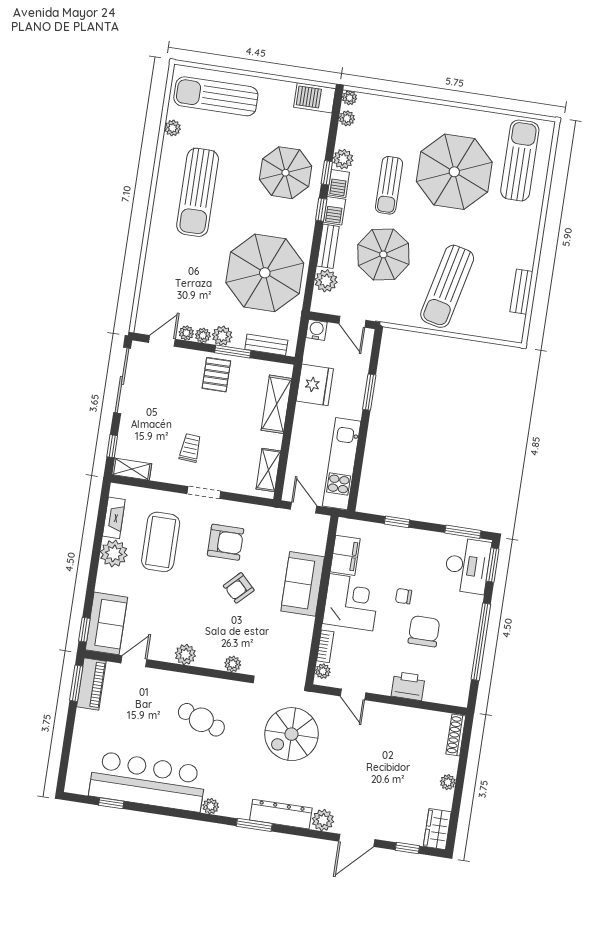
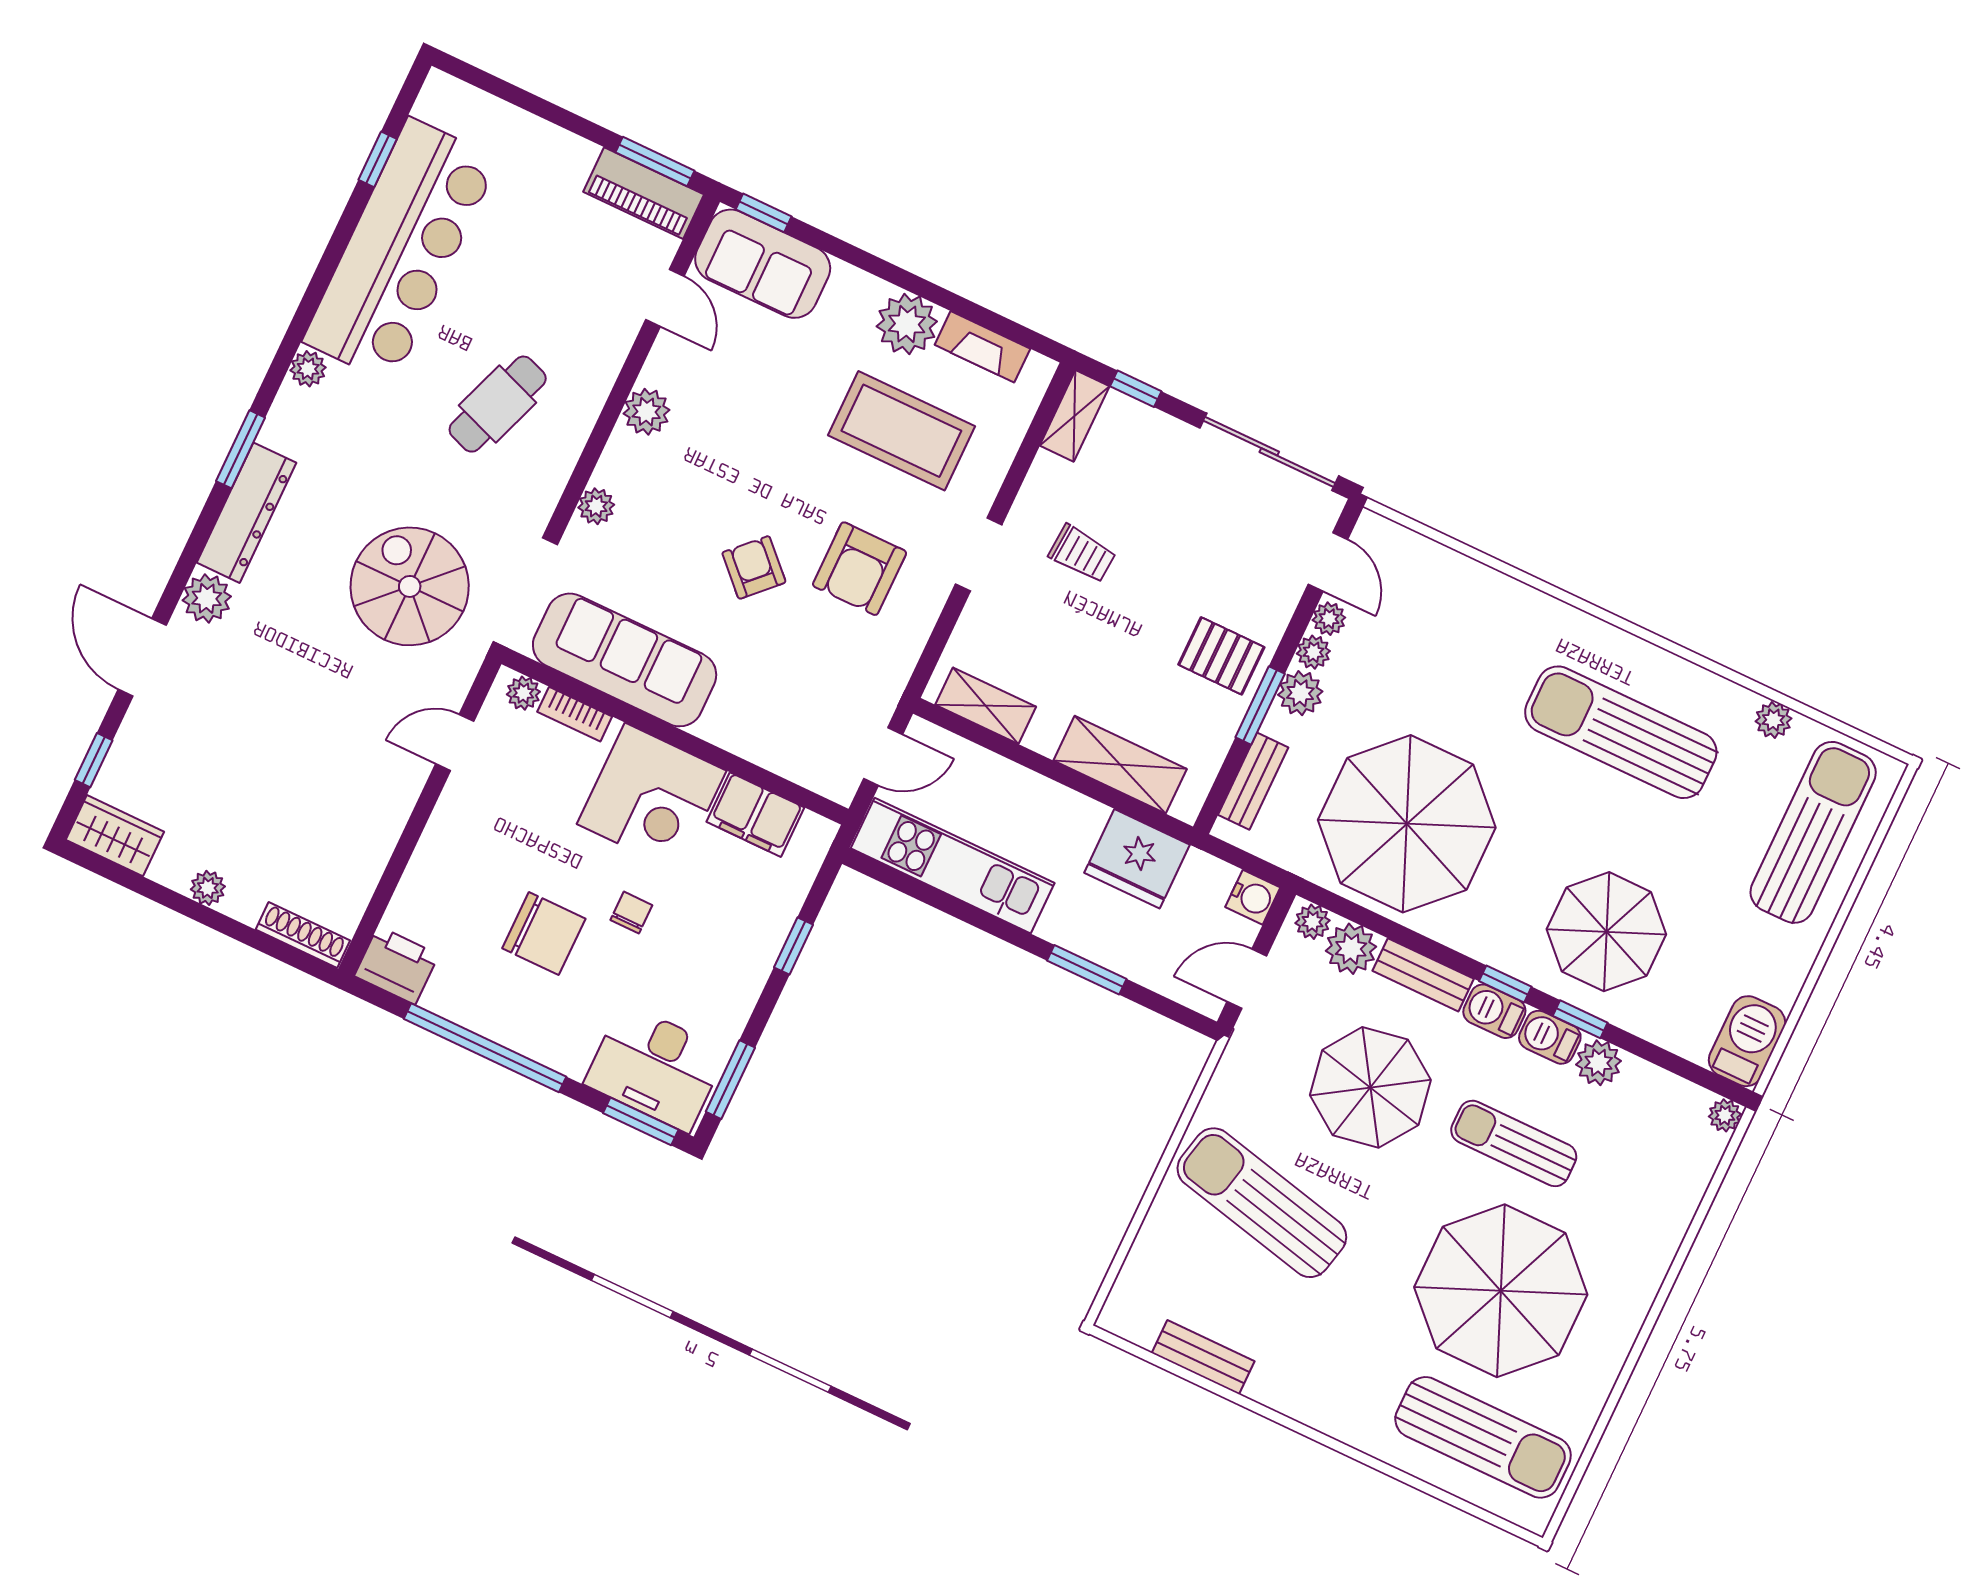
plant: (347, 118) -> (1313, 922), moved
sofa: (303, 584) -> (625, 660), moved, width x1.36
printer: (408, 686) -> (397, 965), moved, turned -90

